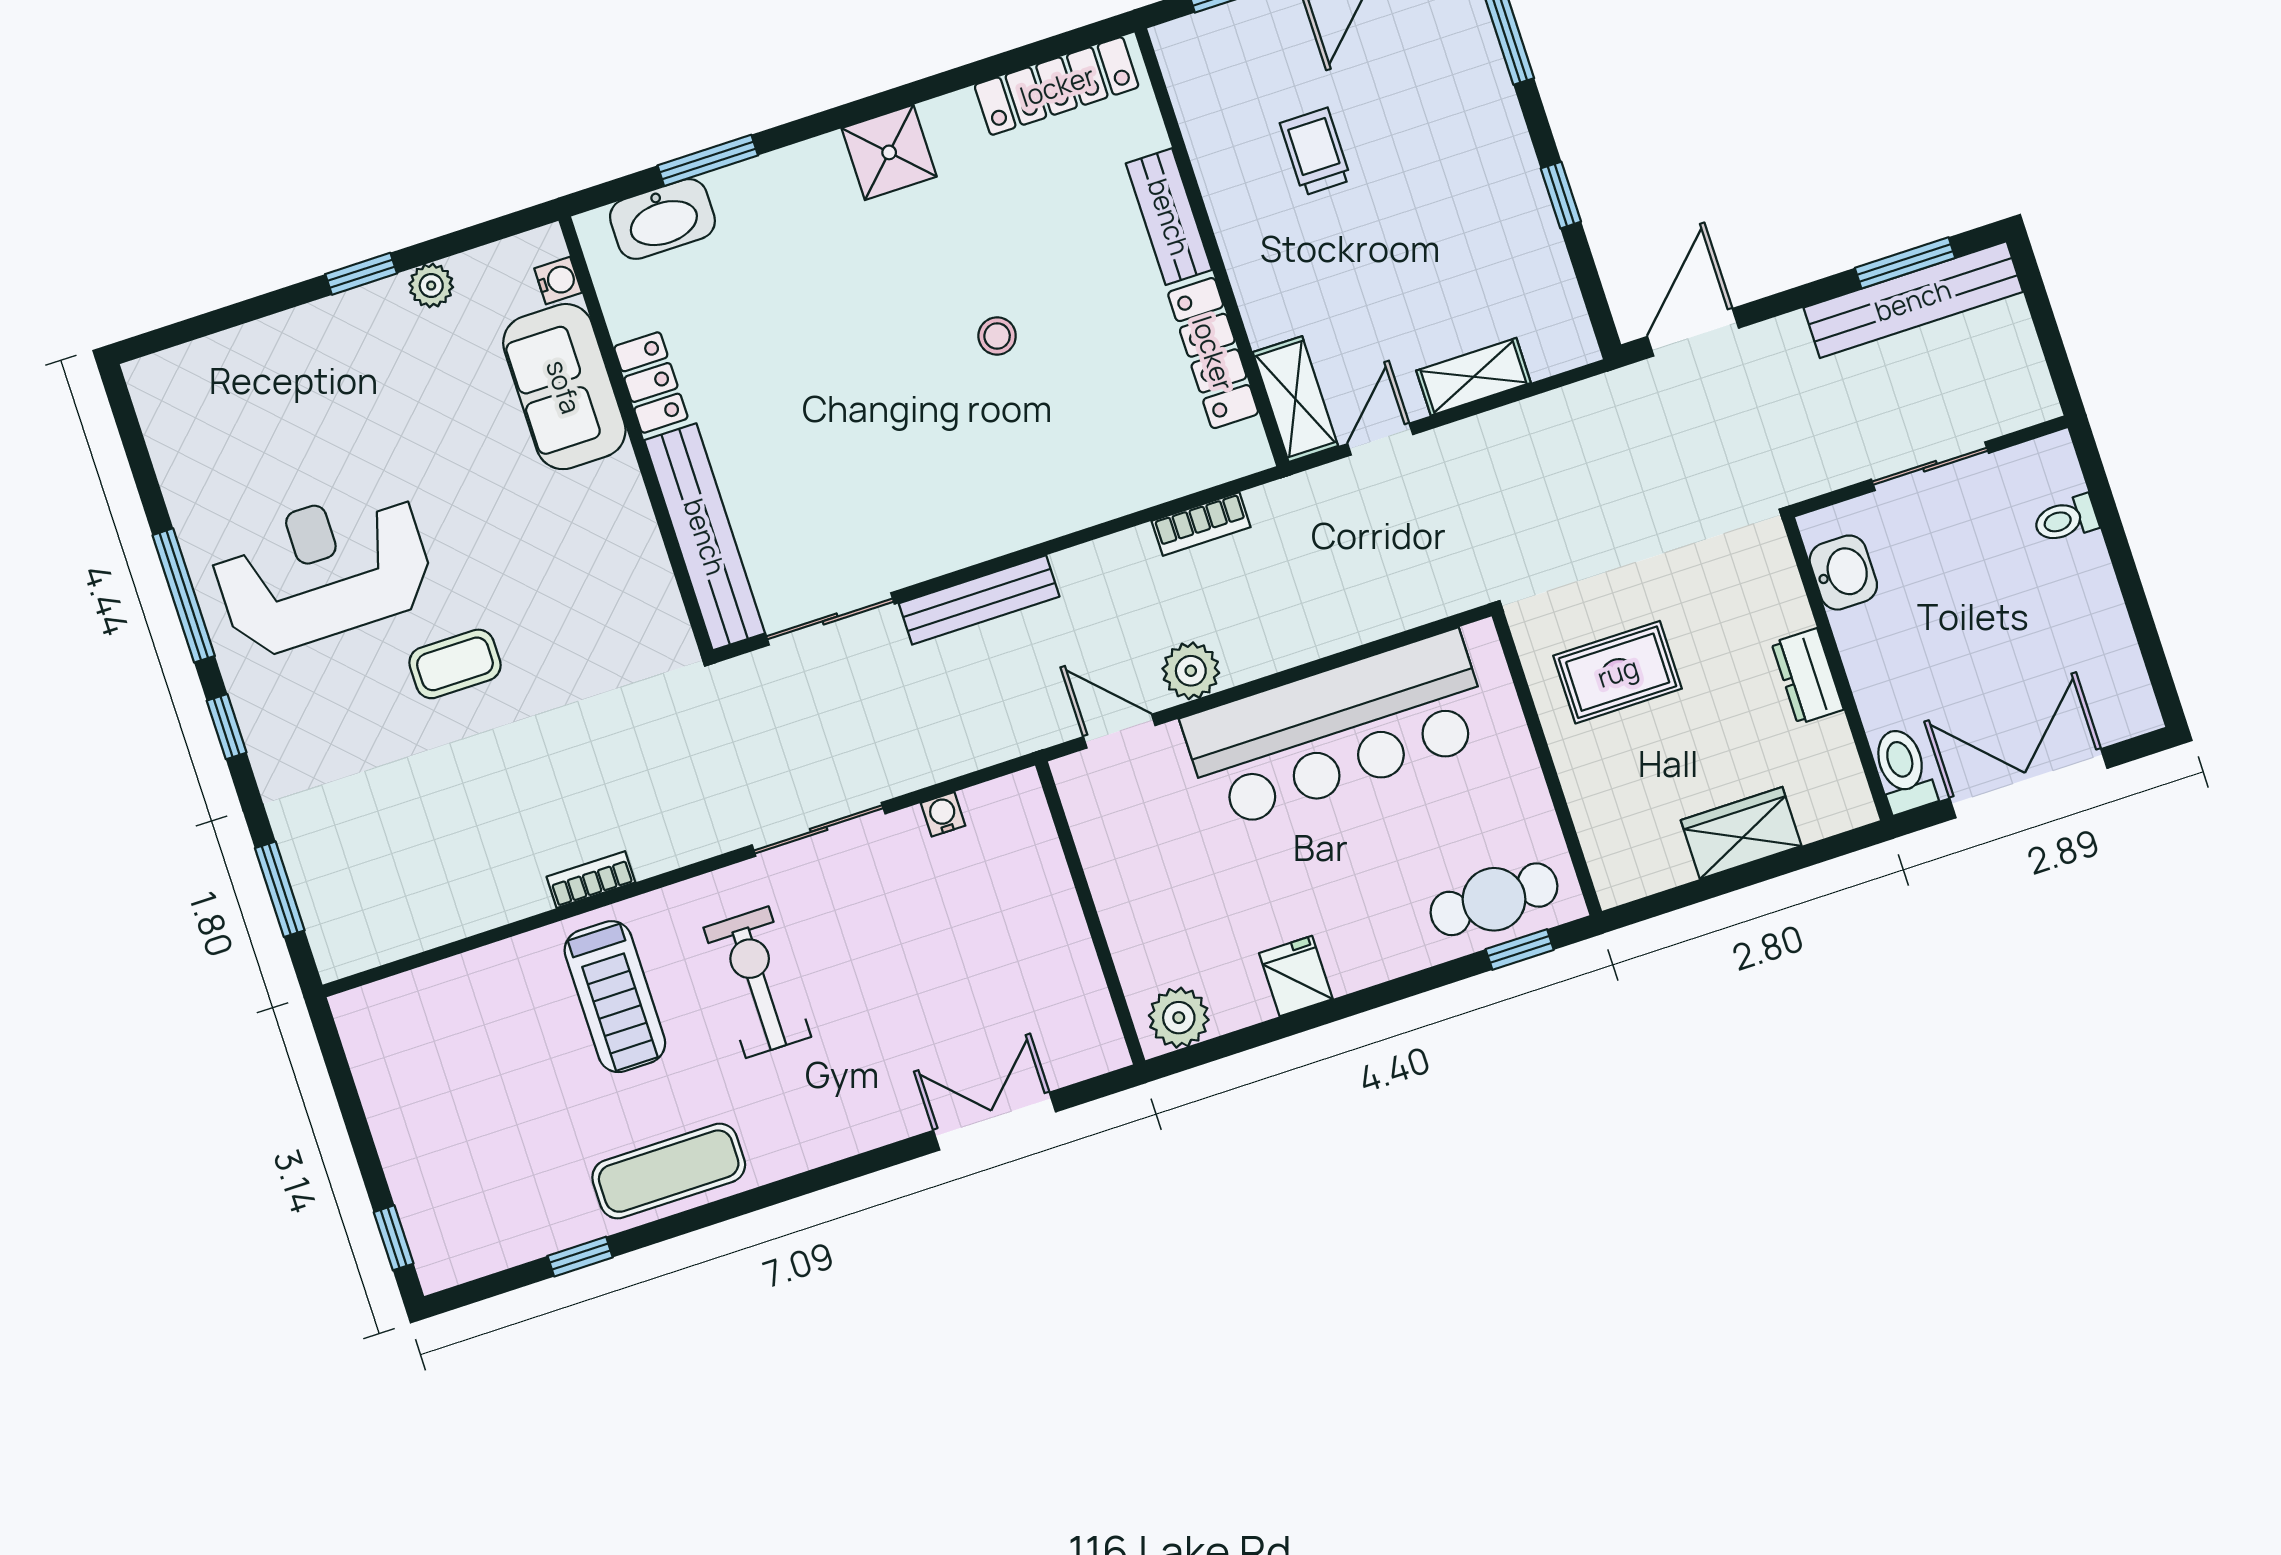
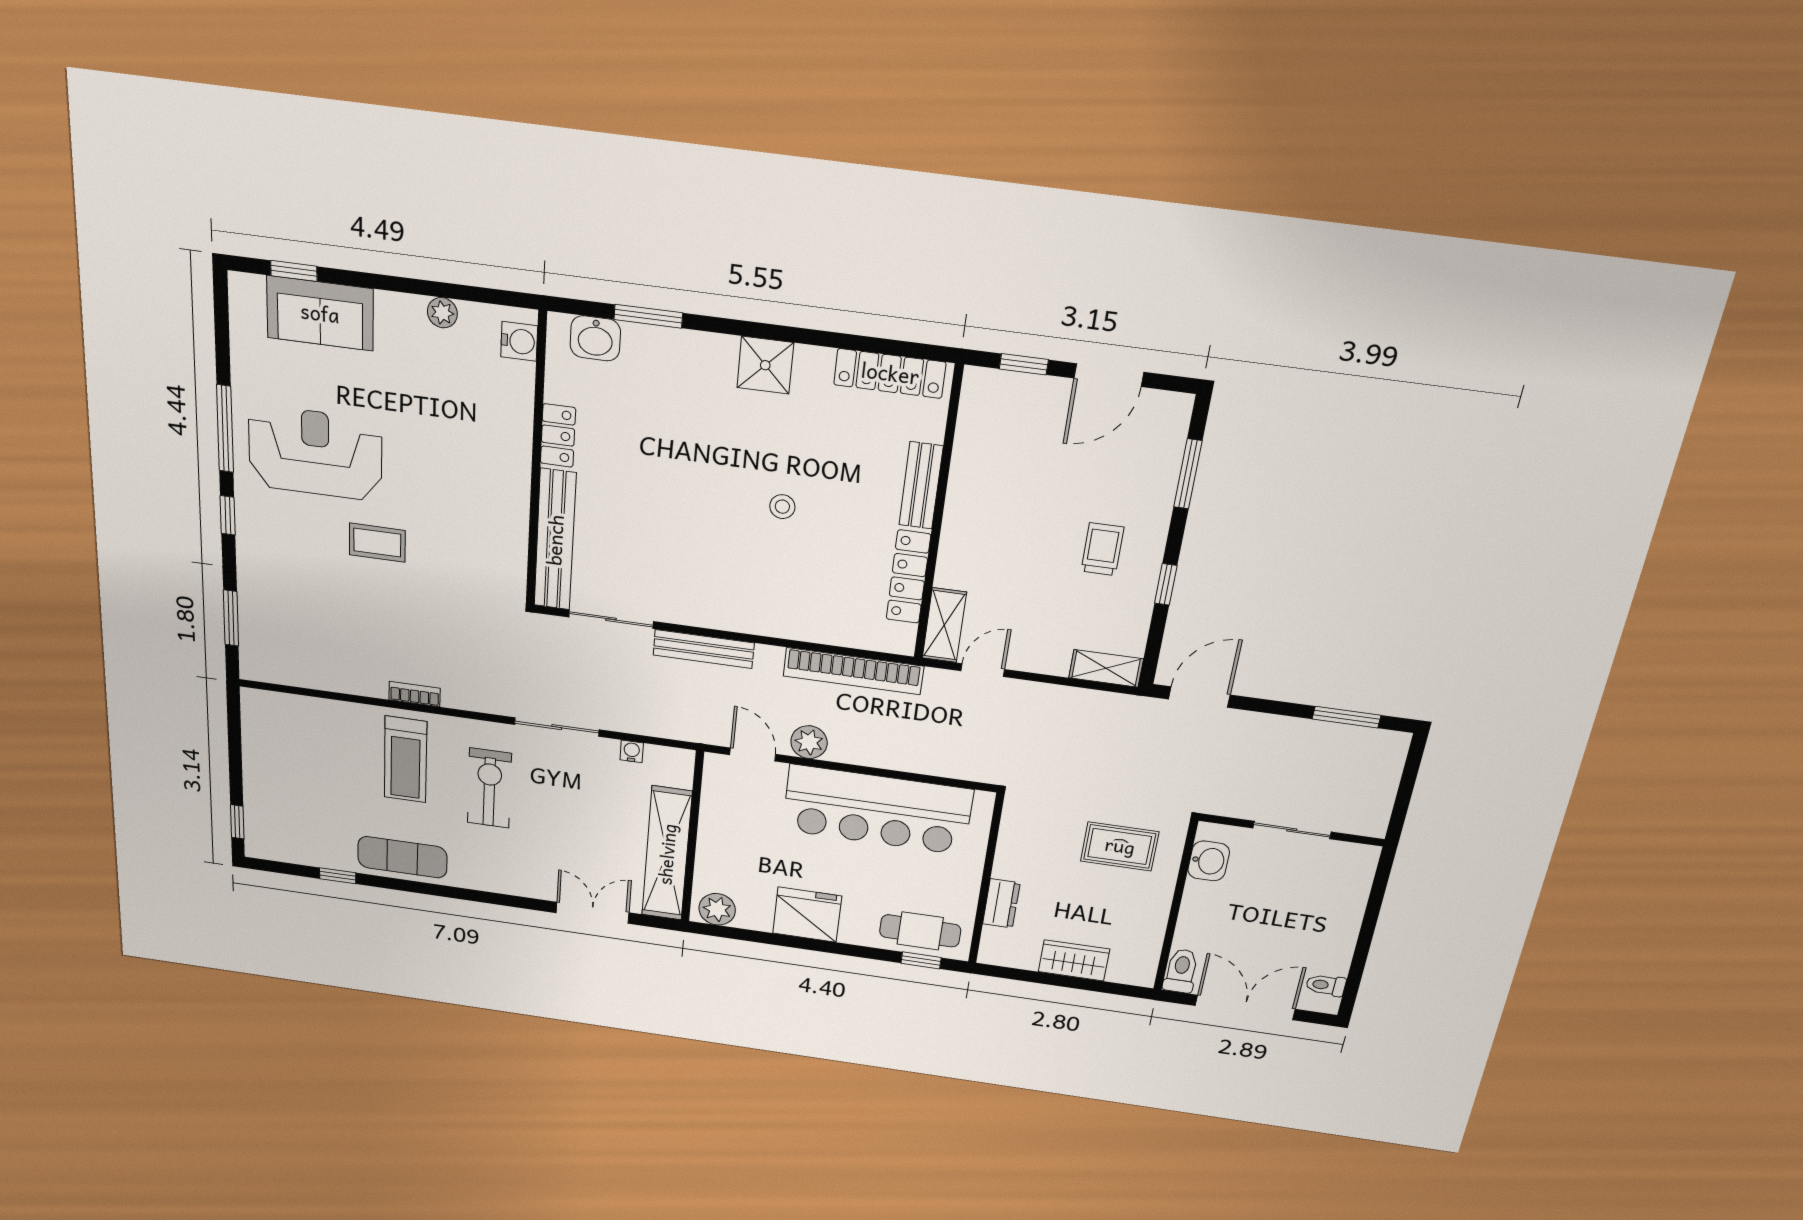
trolley: (1316, 152) -> (1102, 549), moved
washbasin: (662, 219) -> (595, 338), width x0.72
window: (361, 274) -> (294, 271), moved
water cooler: (558, 280) -> (519, 341), width x1.38, depth x1.38
bench: (1913, 300) -> (1339, 739), removed
shelving: (1474, 377) -> (1106, 668), moved
sofa: (564, 387) -> (320, 313), moved, turned -90
toilet: (2066, 519) -> (1326, 985), moved
bookcase: (1201, 524) -> (853, 671), width x2.31, depth x1.31
rug: (1618, 672) -> (1120, 846), moved
dresser: (1808, 676) -> (1001, 903), moved, turned 180
shelving: (1064, 960) -> (667, 854), added
fridge: (1296, 976) -> (807, 915), width x1.88, depth x1.34

